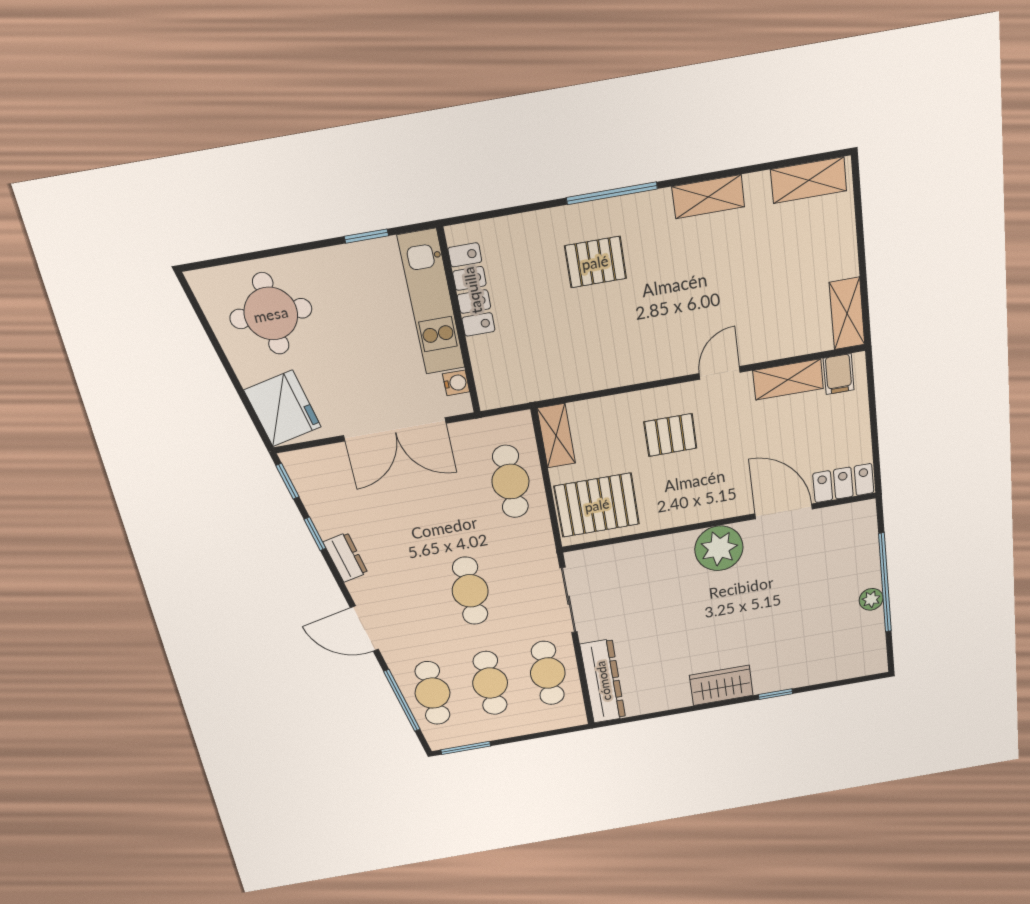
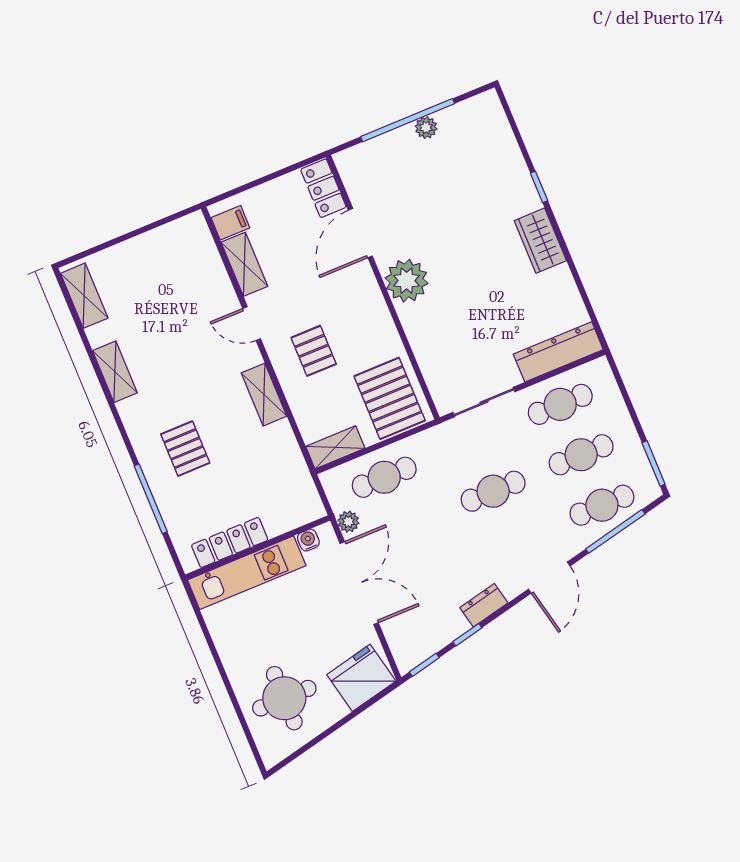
window: (612, 193) -> (151, 499), moved
window: (366, 236) -> (206, 633), removed
shelving: (847, 314) -> (264, 395), moved, turned 90
plant: (468, 432) -> (348, 522), added

